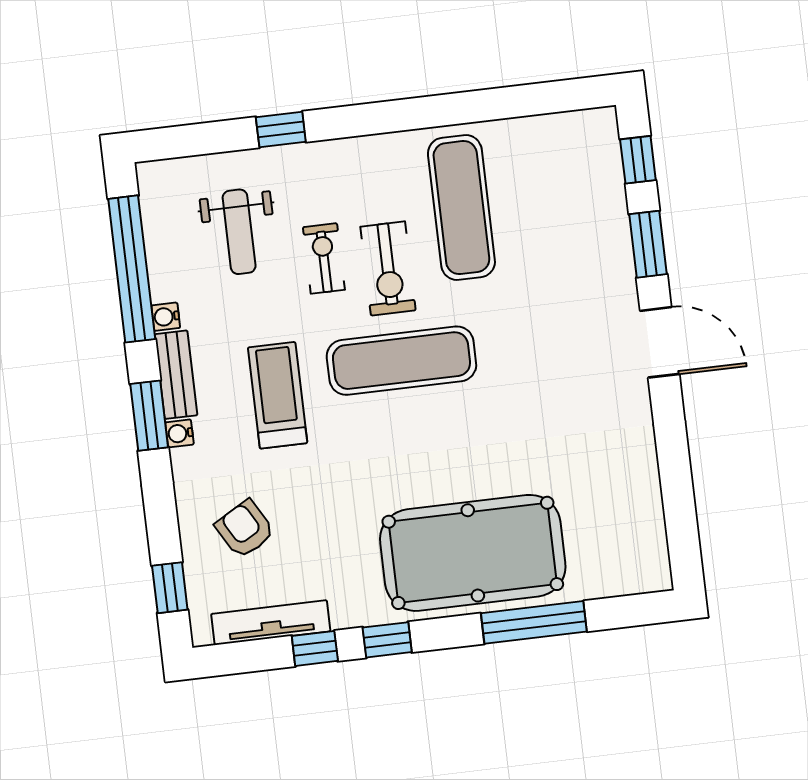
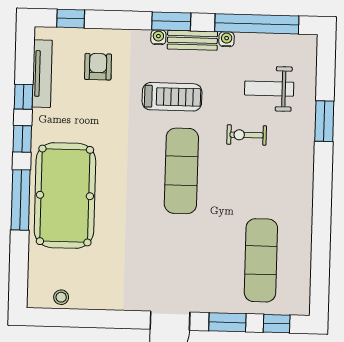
window: (281, 129) -> (324, 121), width x1.50
exercise mat: (461, 208) -> (261, 260), moved, turned 90
exercise bike: (324, 258) -> (247, 135), turned 180
exercise bike: (388, 268) -> (235, 171), removed
armchair: (245, 529) -> (98, 67), turned -60
stool: (647, 534) -> (61, 297), added
window: (534, 622) -> (21, 200), moved

